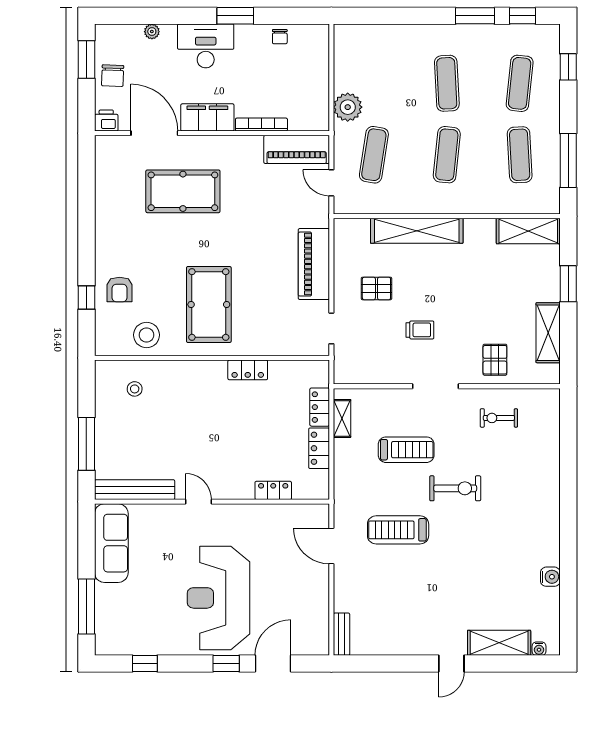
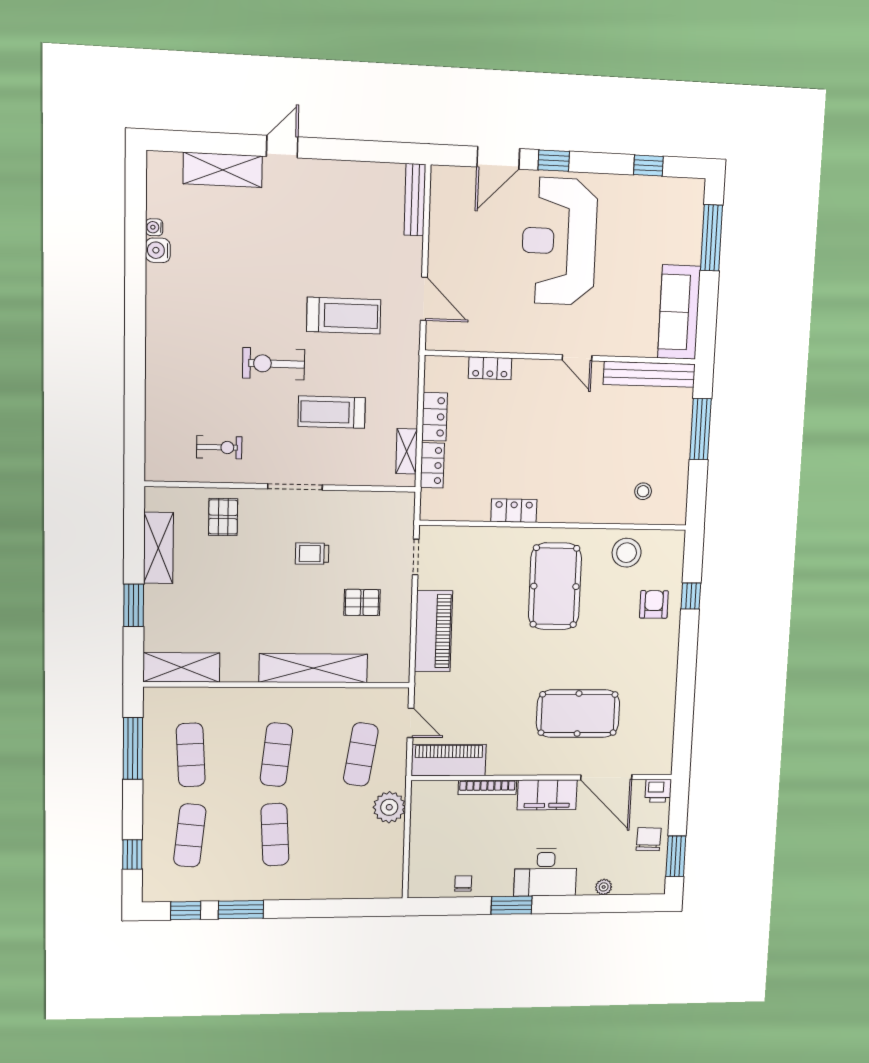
reception desk: (218, 598) -> (559, 241), turned 180
bench: (342, 634) -> (415, 200), width x1.36
water cooler: (539, 649) -> (154, 227), moved, turned -90

